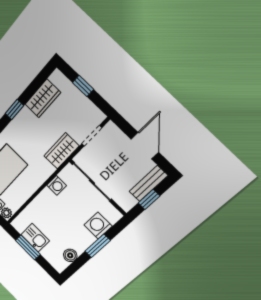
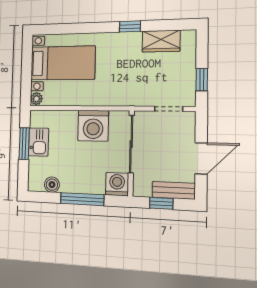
window: (83, 86) -> (202, 80), moved
wardrobe: (61, 151) -> (133, 96), removed
washing machine: (57, 185) -> (93, 126), width x1.89, depth x1.89
washing machine: (98, 226) -> (117, 184), moved
window: (98, 246) -> (82, 199), width x1.44

